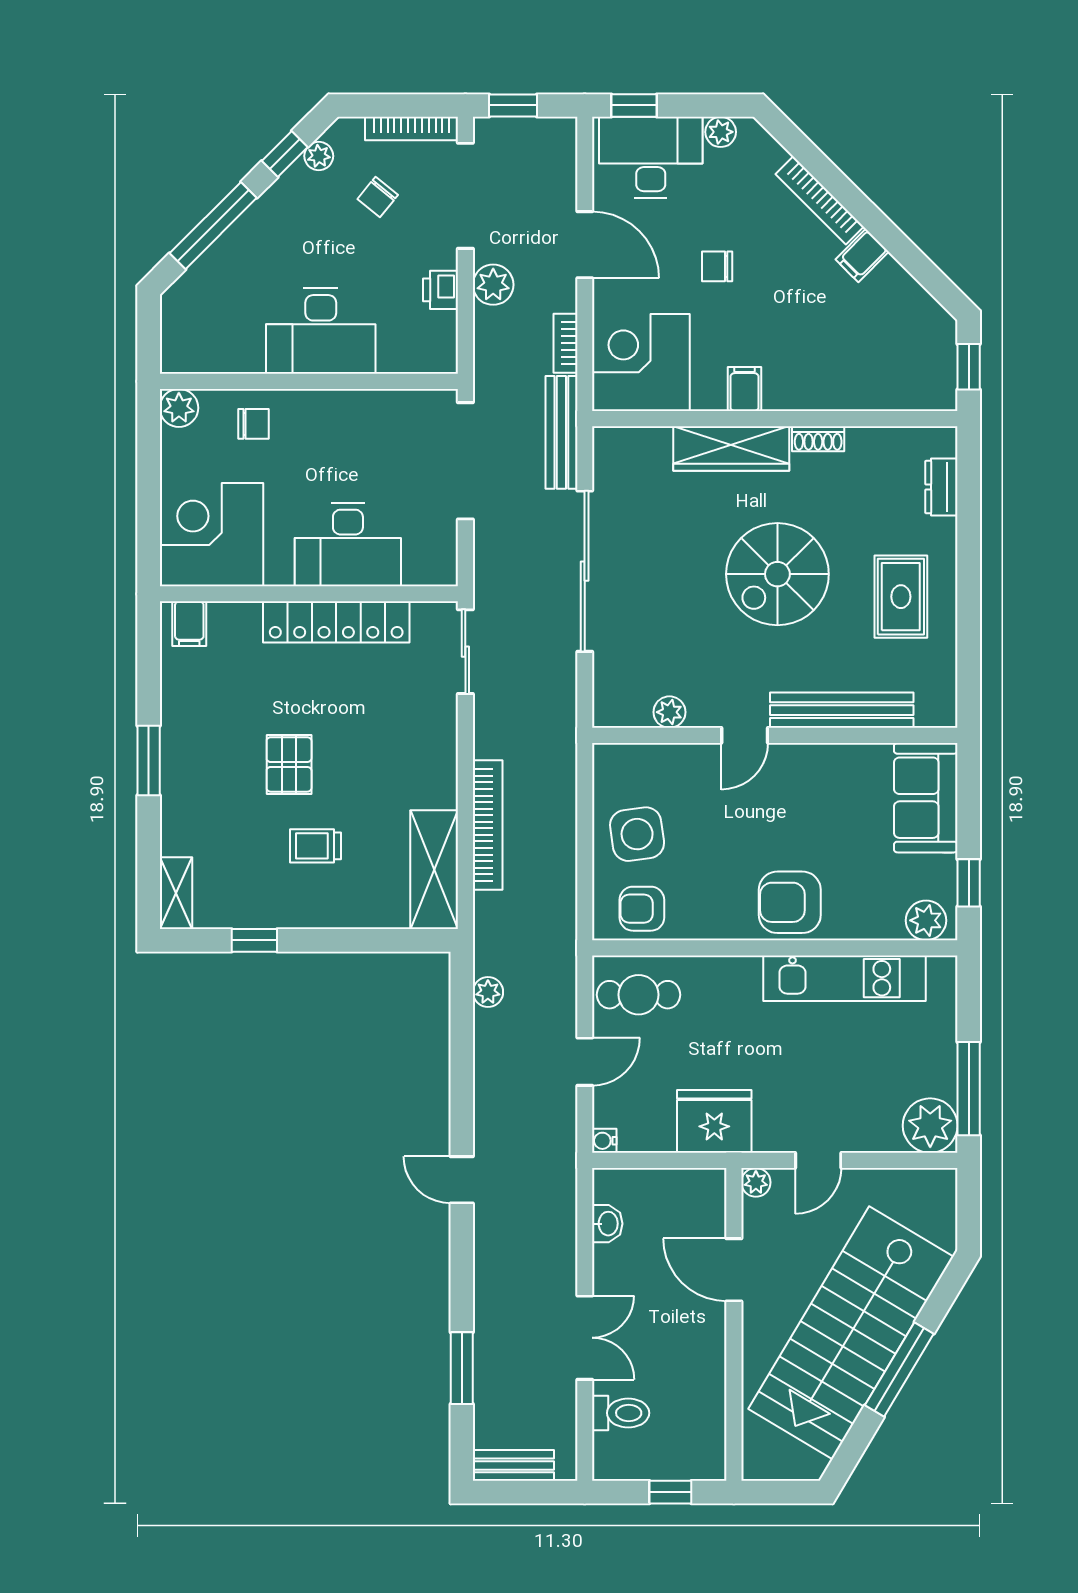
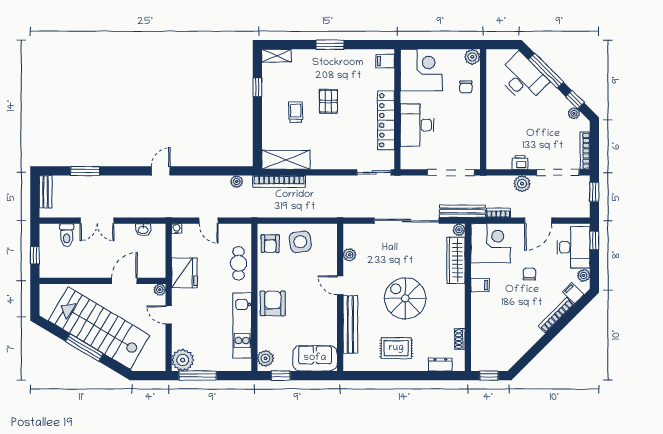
chair: (378, 197) -> (557, 137), removed
filing cabinet: (862, 256) -> (573, 293), moved
desk: (321, 331) -> (523, 78), moved, turned 135
shoe rack: (818, 439) -> (460, 339), moved
plant: (607, 441) -> (459, 230), added
wardrobe: (731, 448) -> (456, 260), moved
pallet: (289, 764) -> (328, 101), turned 90
bookcase: (488, 825) -> (279, 181), moved
armchair: (642, 909) -> (270, 244), turned 180
cafe table: (639, 995) -> (239, 263), moved

